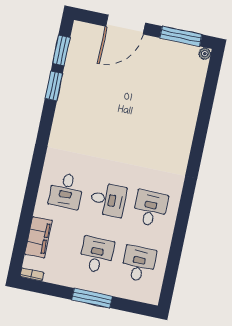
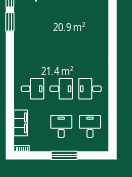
desk: (66, 191) -> (32, 89), turned -90
desk: (150, 209) -> (90, 89), turned -90

